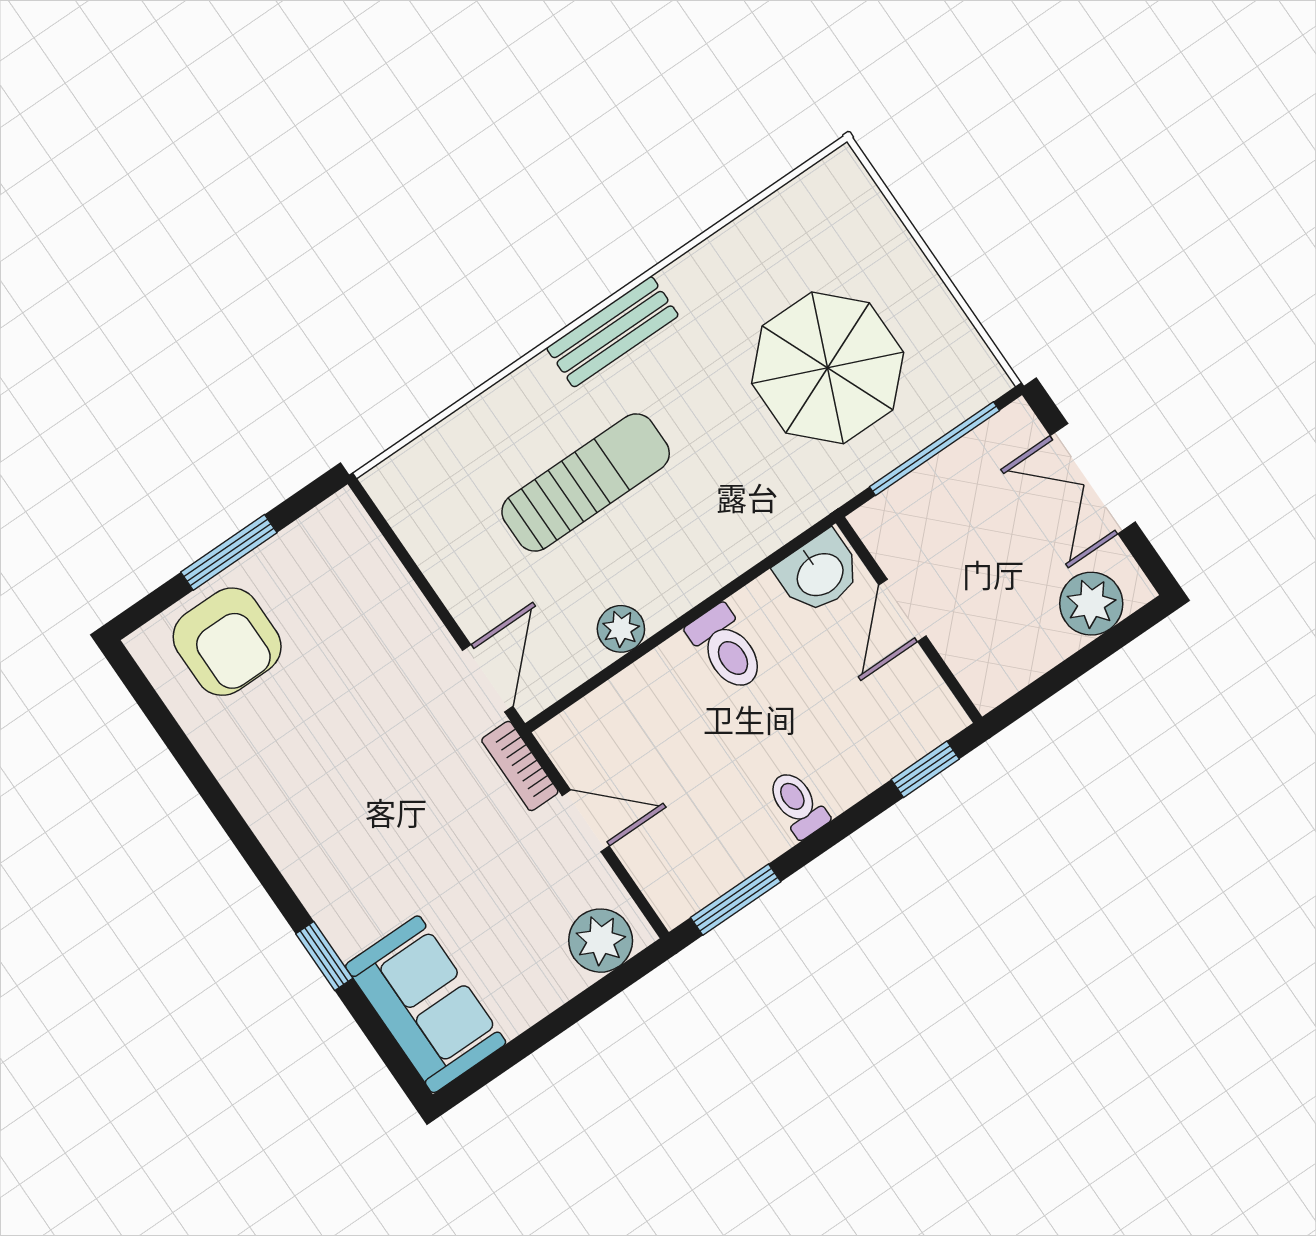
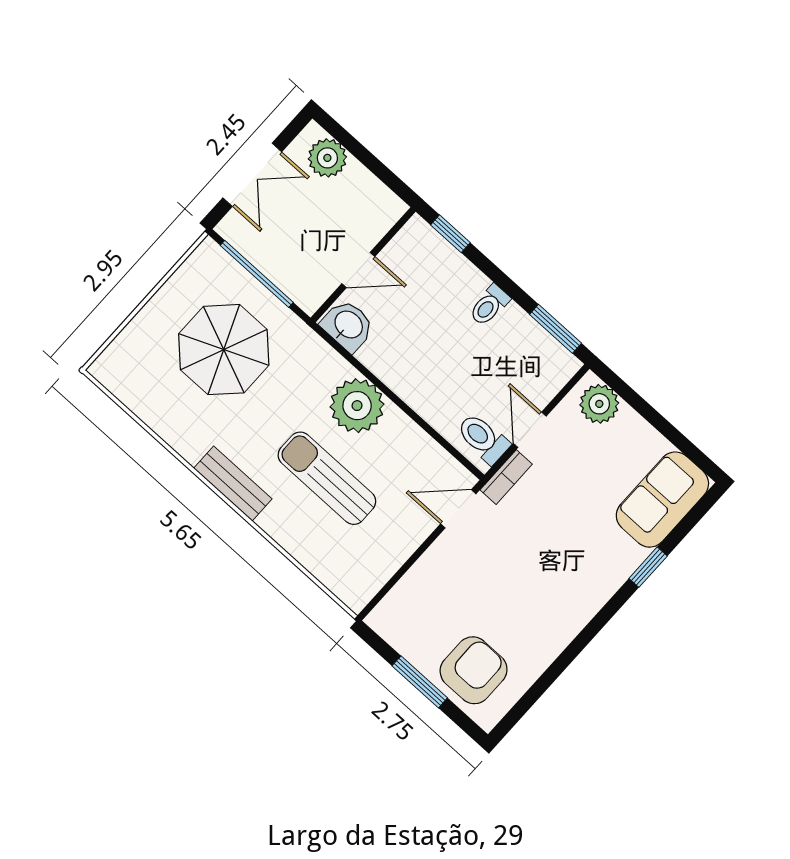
plant: (621, 629) -> (357, 406), moved, width x1.87, depth x1.87
toilet: (726, 648) -> (483, 438), moved, turned -90

